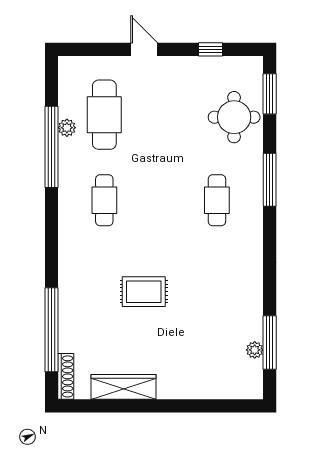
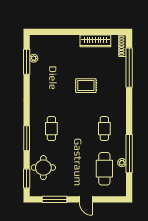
window: (210, 49) -> (54, 199), width x2.17

